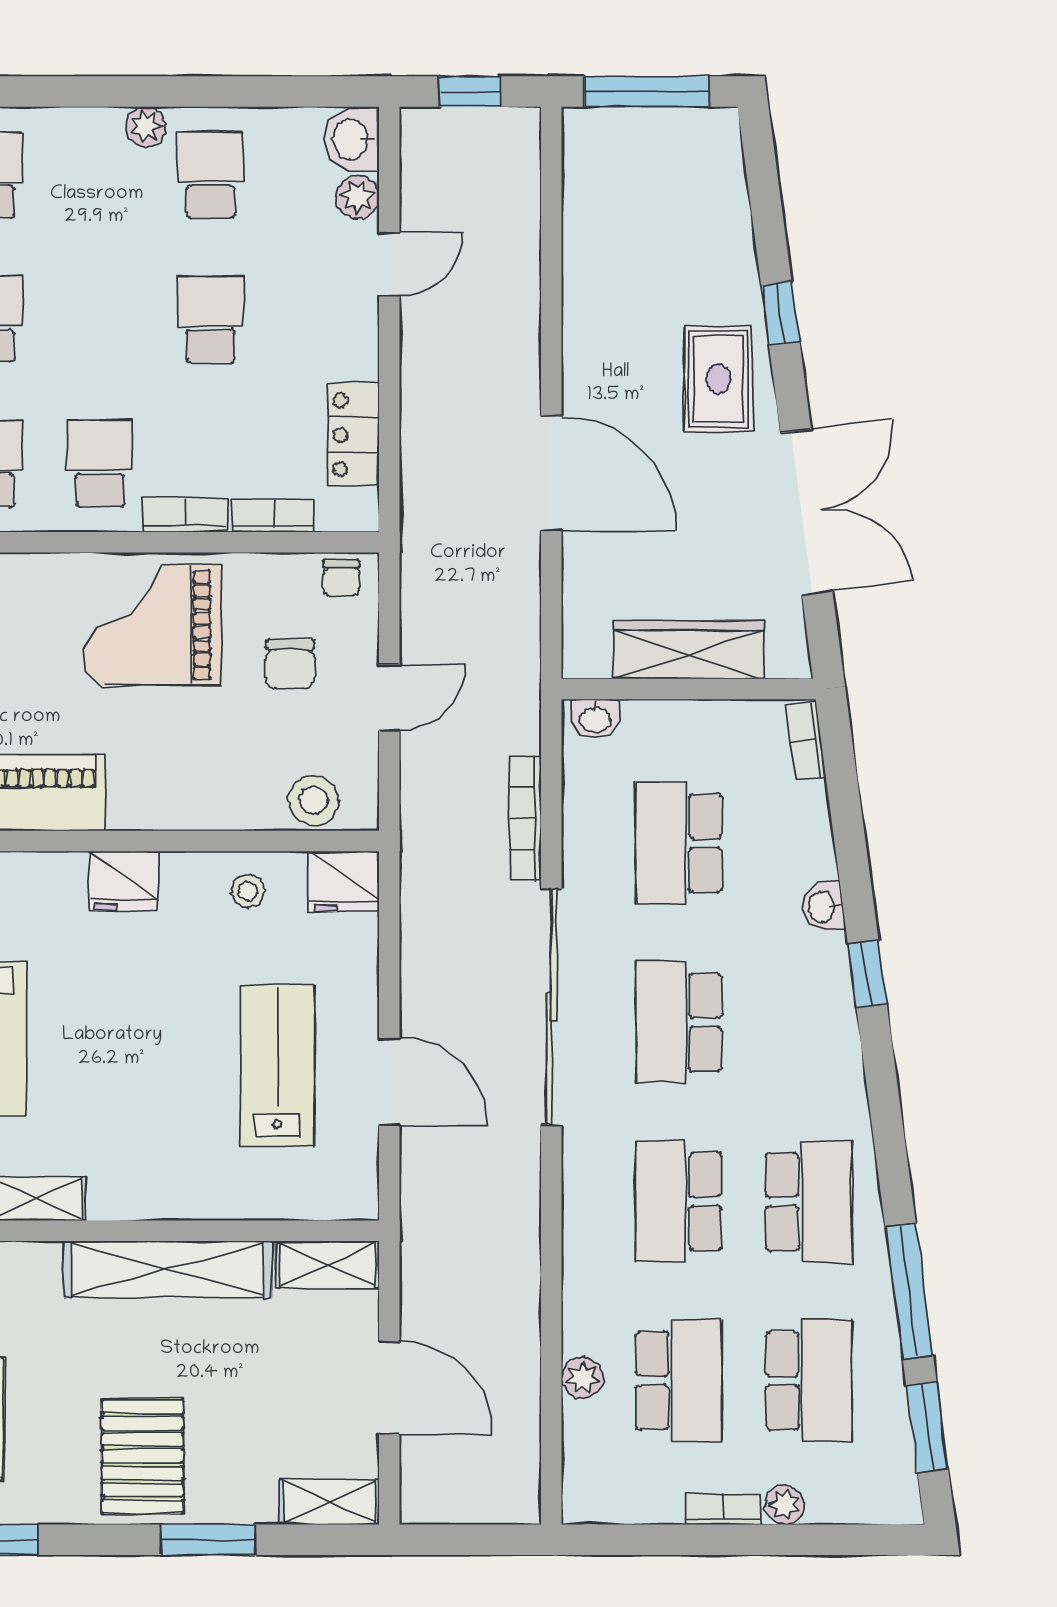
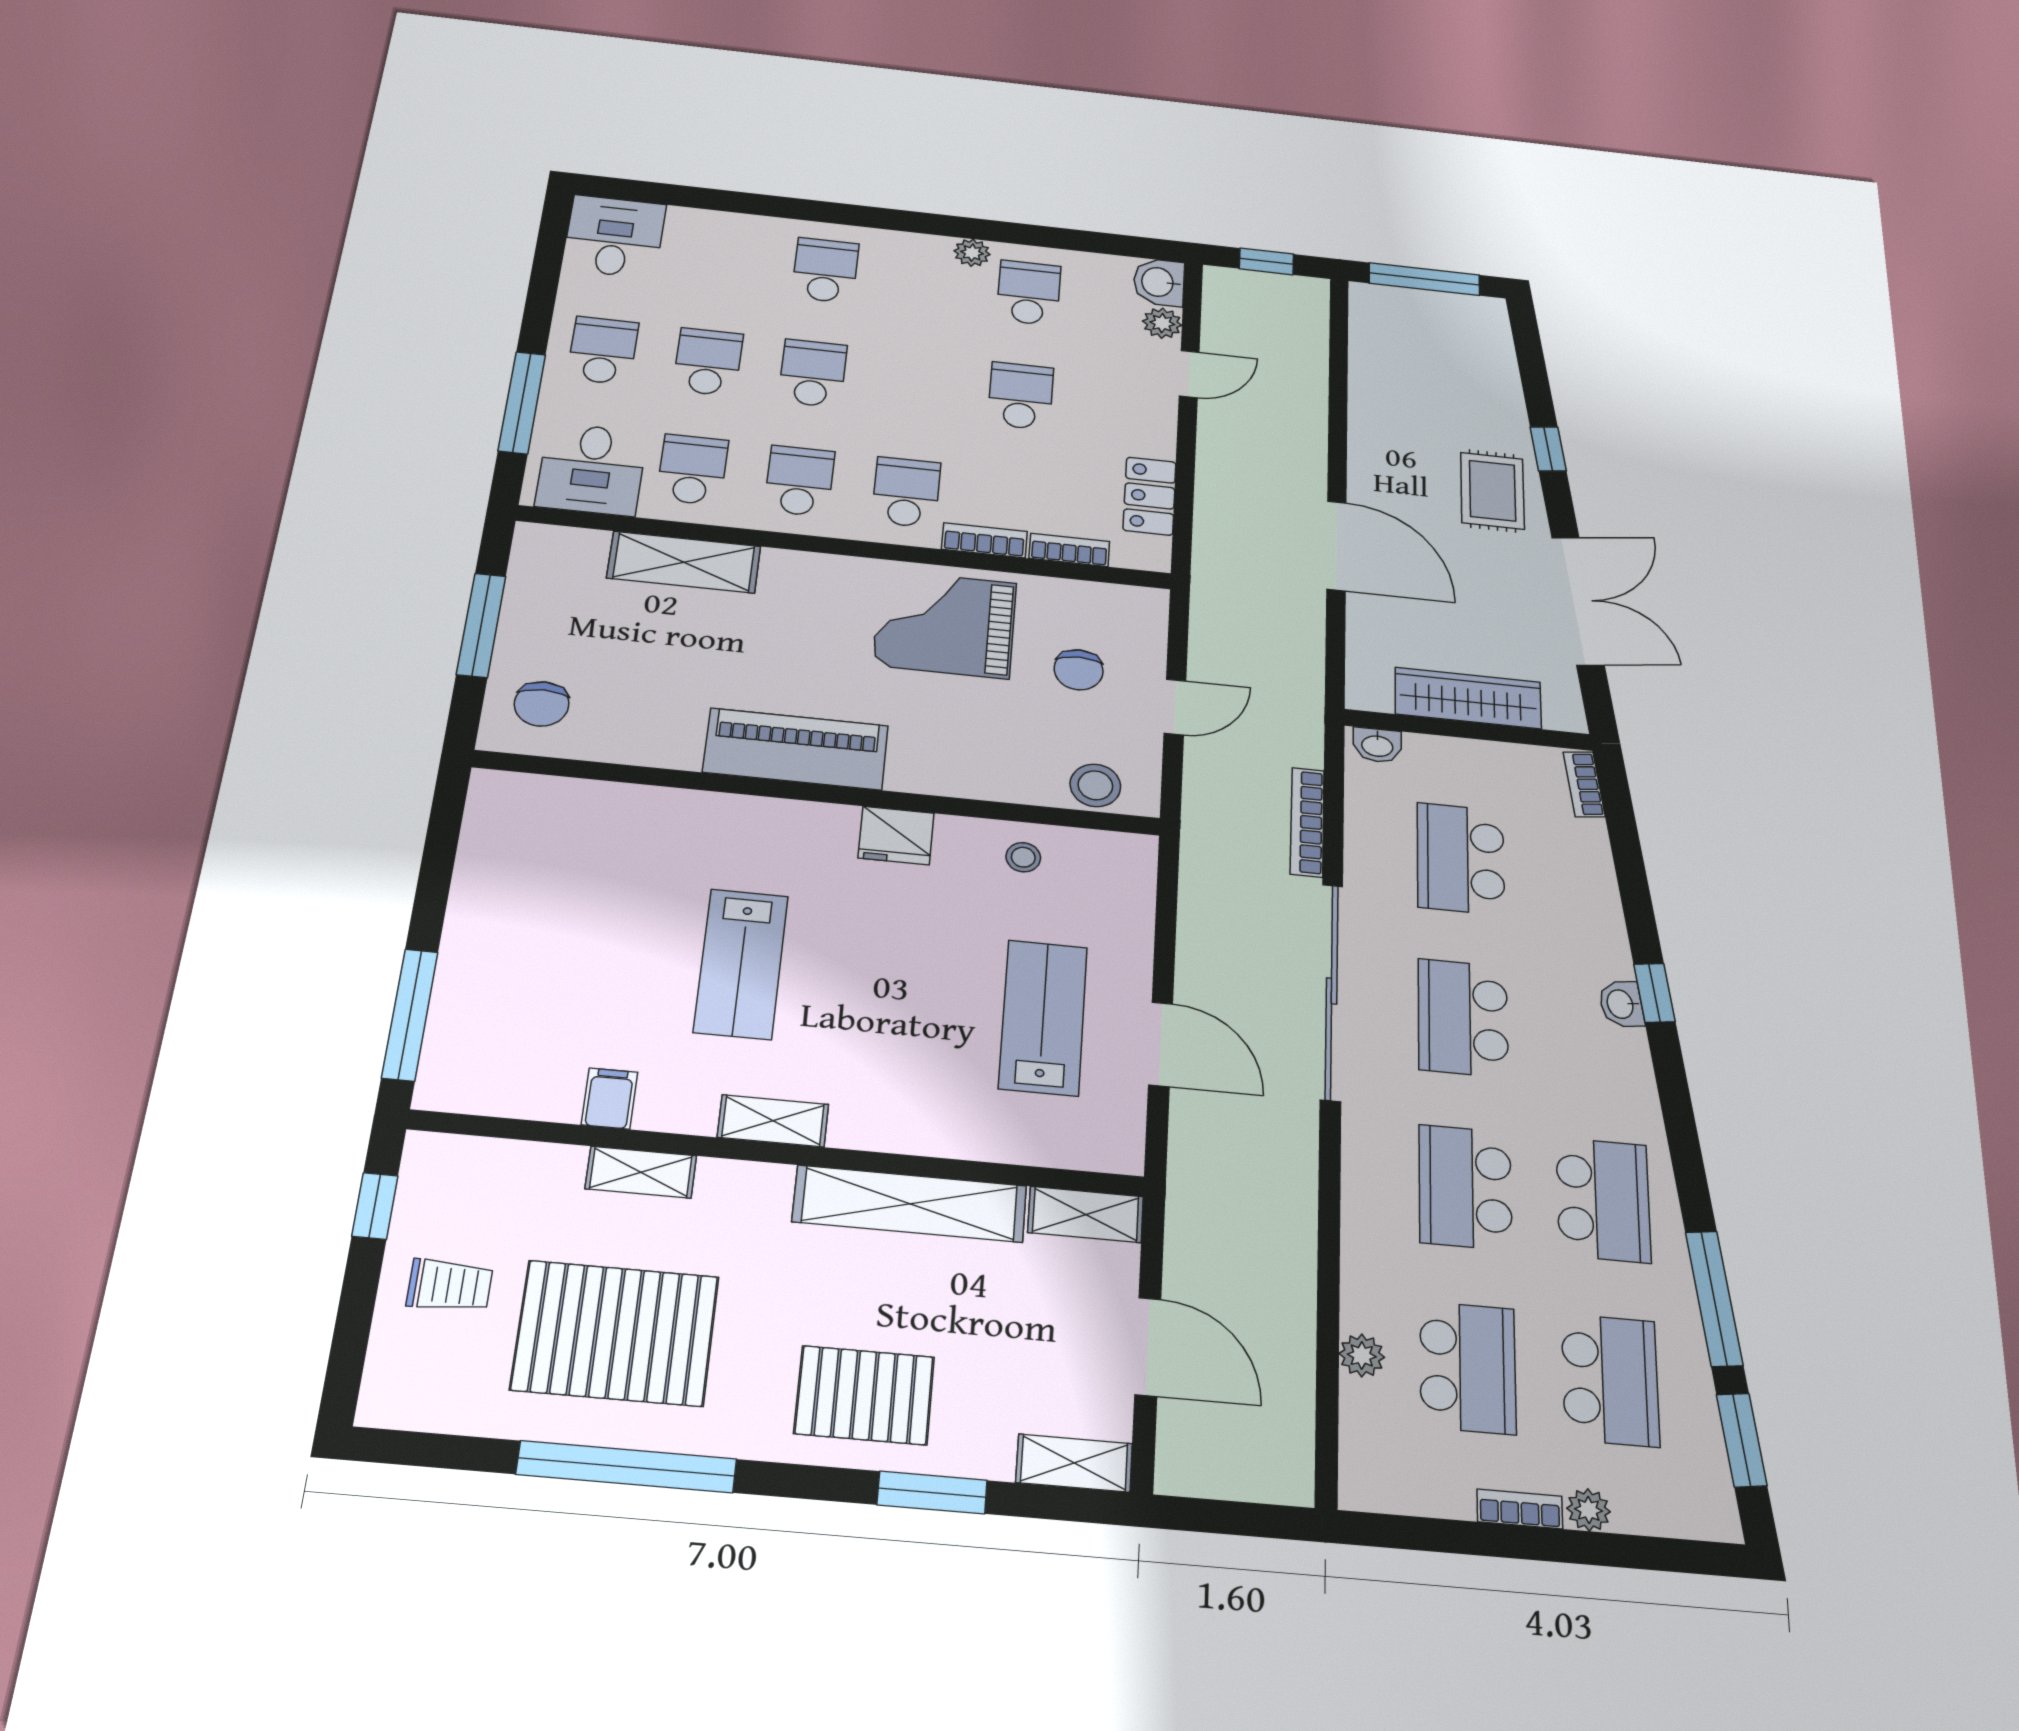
chair: (341, 578) -> (1132, 606), removed
fridge: (344, 881) -> (1122, 858), removed
washbasin: (823, 907) -> (1621, 1004), moved
pallet: (142, 1456) -> (864, 1395), turned 90

